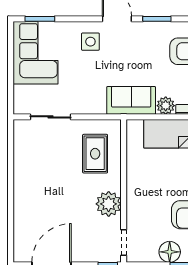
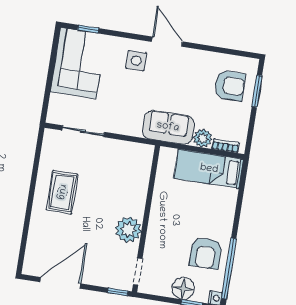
window: (40, 19) -> (88, 29), width x0.67
window: (157, 19) -> (208, 48), removed
rug: (95, 154) -> (62, 192), moved

